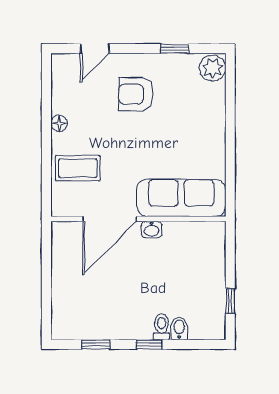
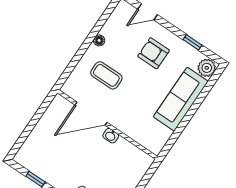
coffee table: (78, 168) -> (106, 75), moved
sofa: (181, 198) -> (181, 99), moved, turned -90

